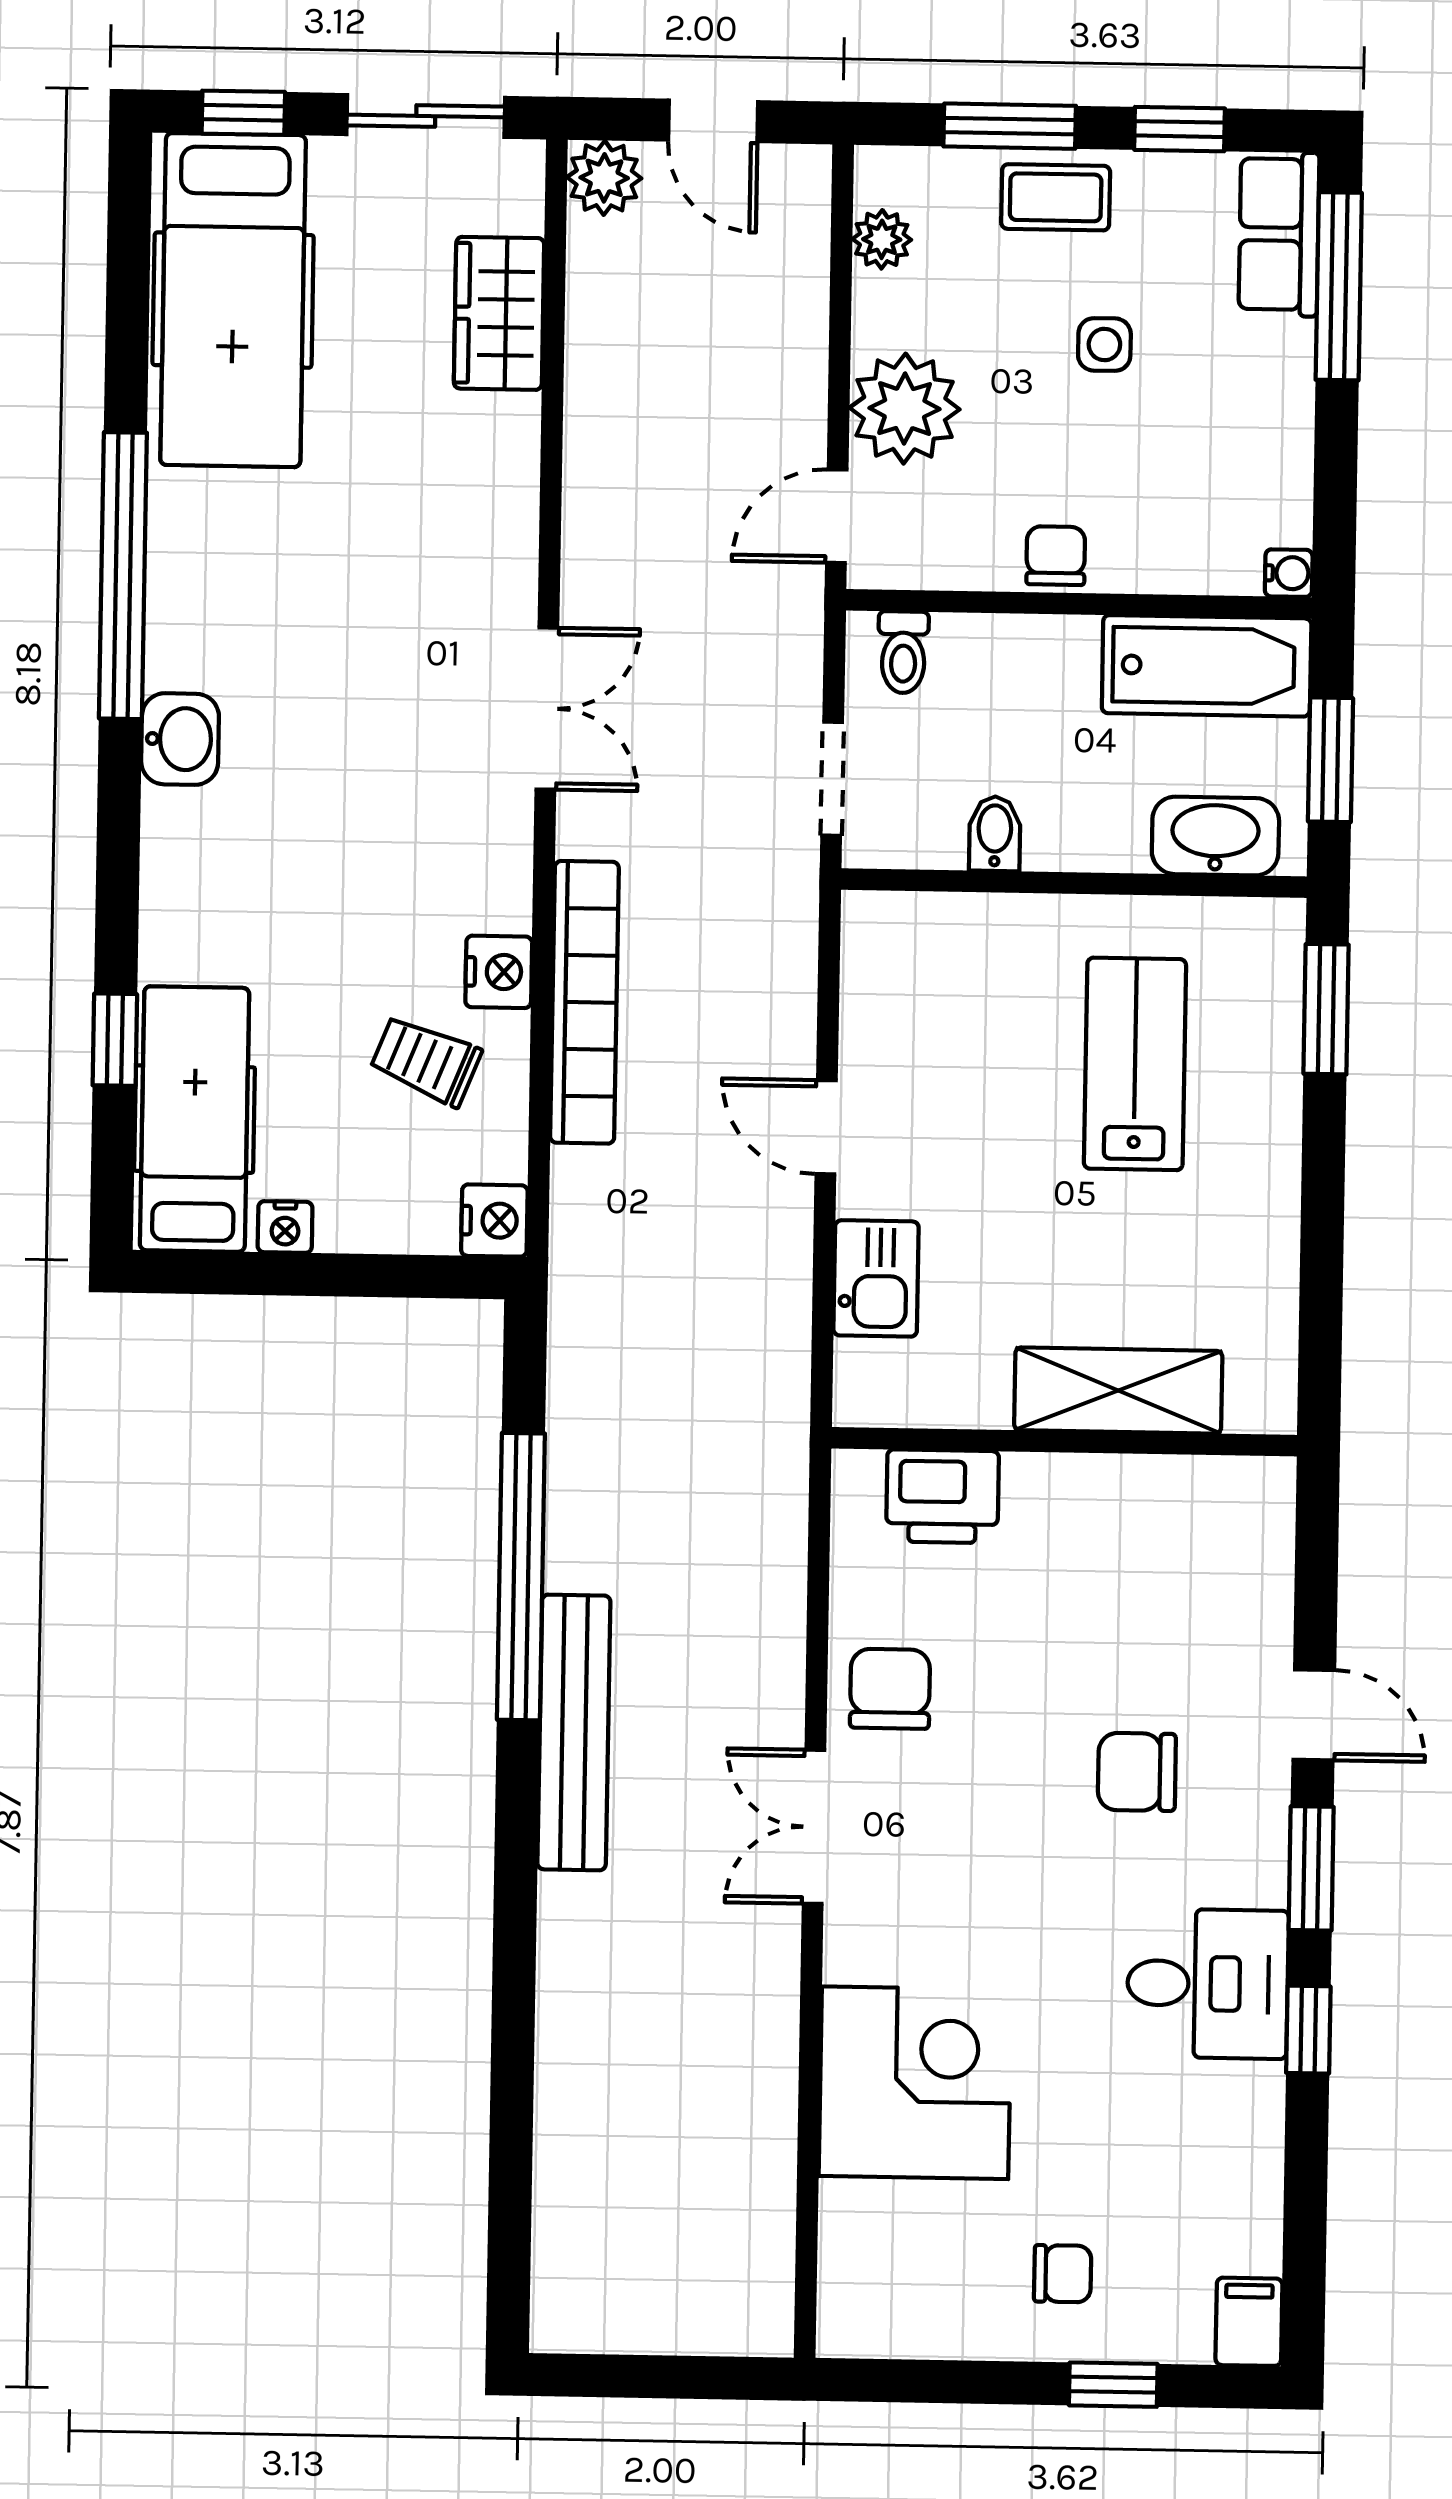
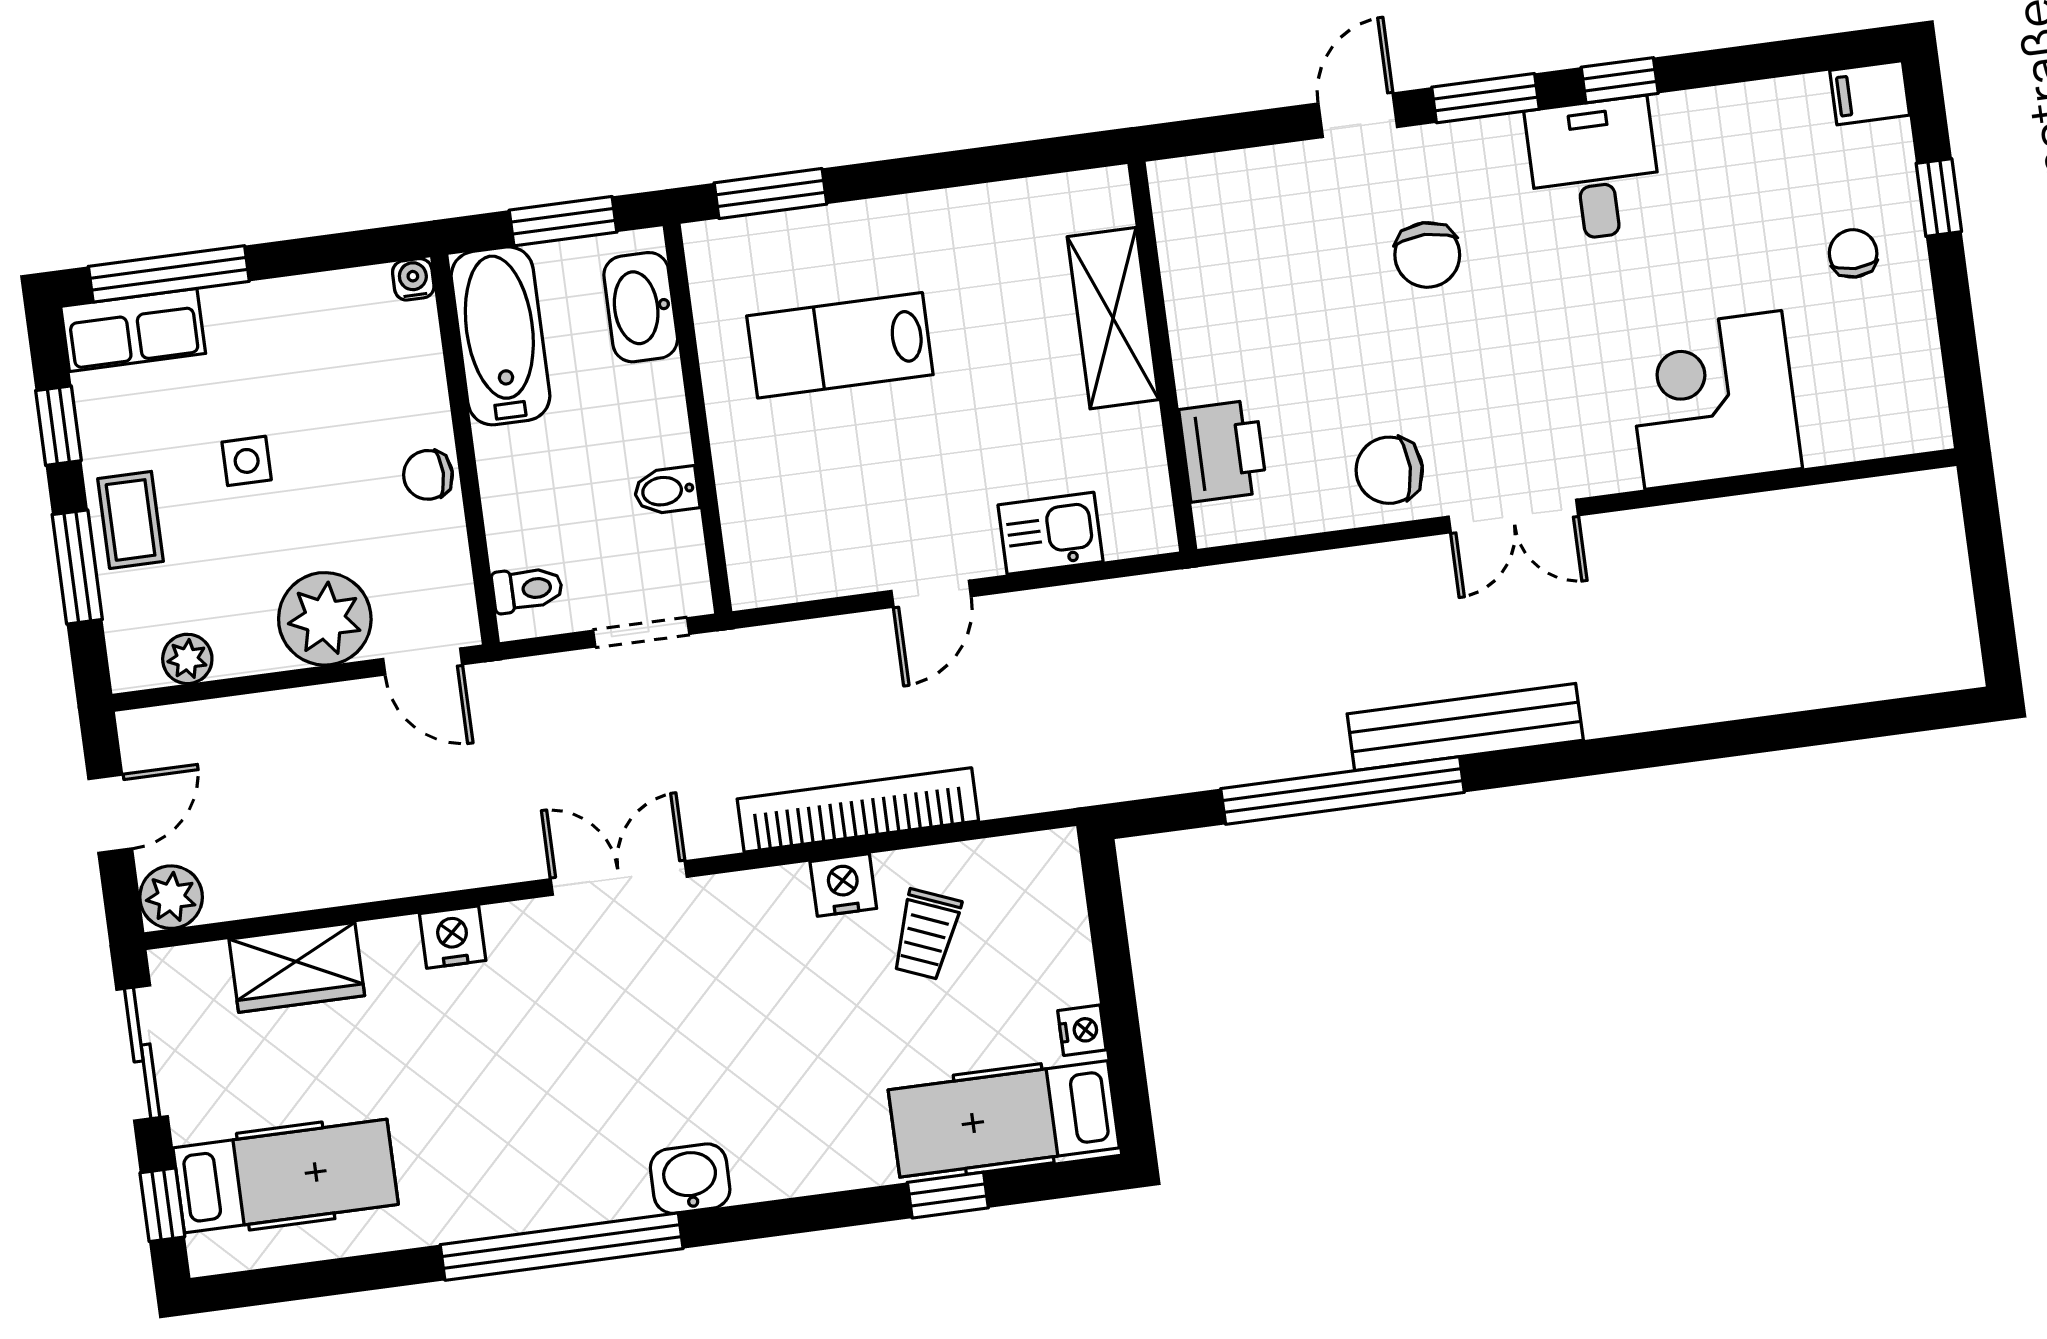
hospital bed: (233, 300) -> (286, 1176), width x0.73, depth x0.78
nightstand: (494, 1221) -> (453, 937), moved

